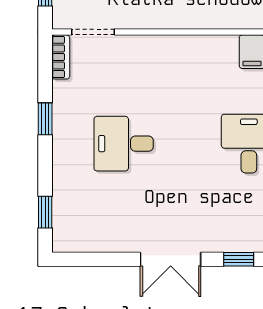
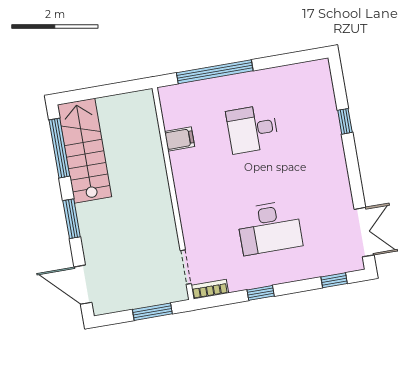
desk: (124, 144) -> (269, 228), width x1.37
double door: (171, 259) -> (364, 232), moved

